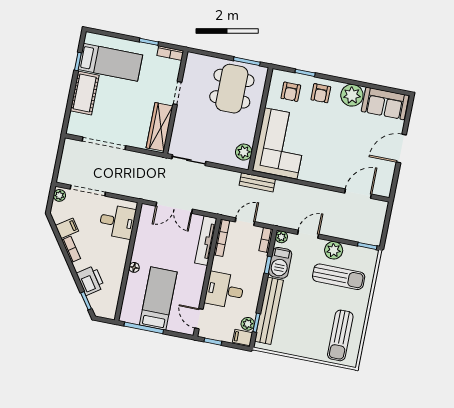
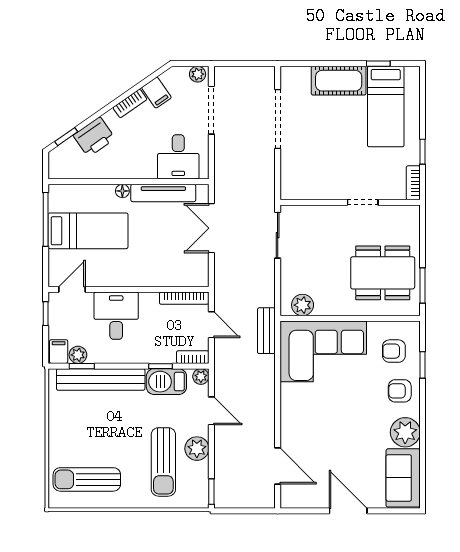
wardrobe: (160, 127) -> (314, 188), removed
tv unit: (206, 241) -> (163, 193), moved, turned 180

